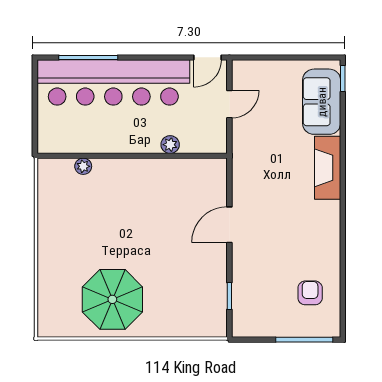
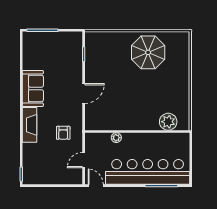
door: (207, 57) -> (96, 186), hinge flipped
sofa: (322, 102) -> (33, 88), moved
plant: (83, 166) -> (168, 122), width x1.88, depth x1.88
armchair: (310, 293) -> (63, 133), moved

